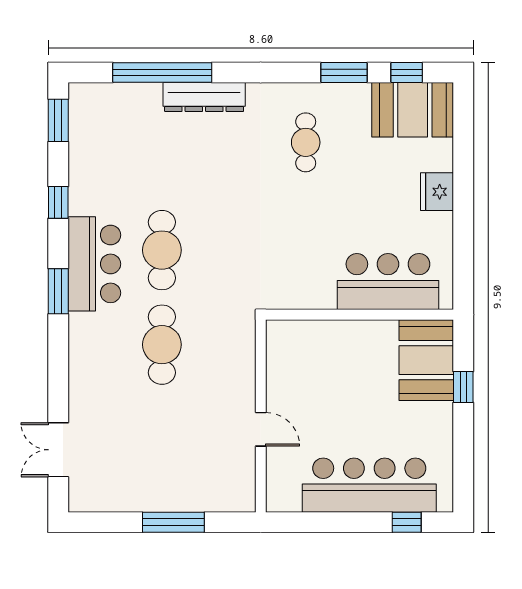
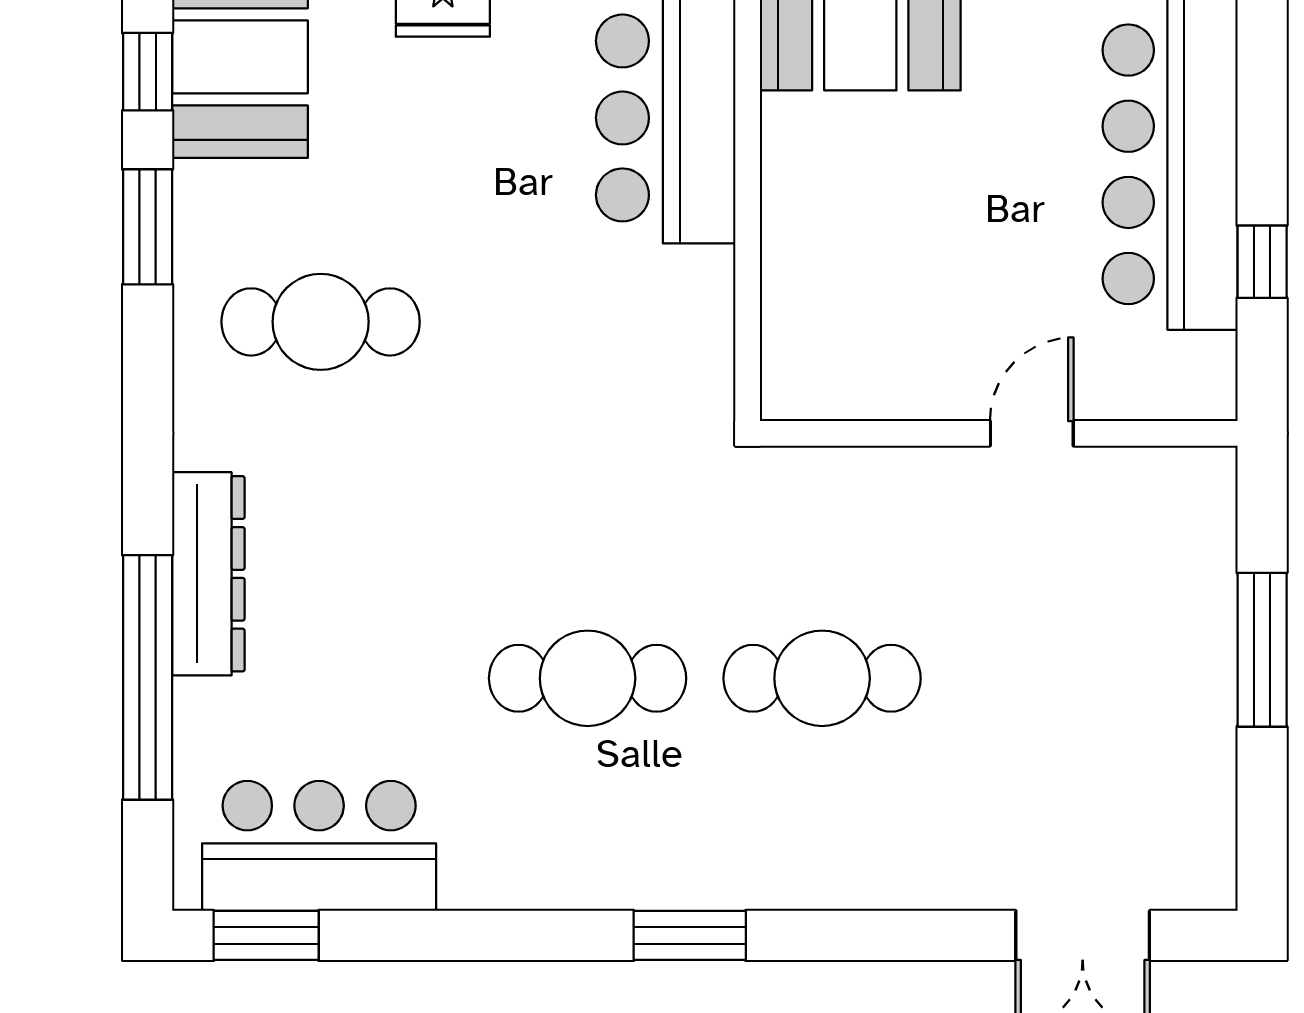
cafe table: (306, 142) -> (321, 322), width x1.37, depth x1.35
window: (58, 202) -> (469, 935), removed
bar counter: (94, 264) -> (319, 846), moved
window: (407, 522) -> (1262, 262), moved

